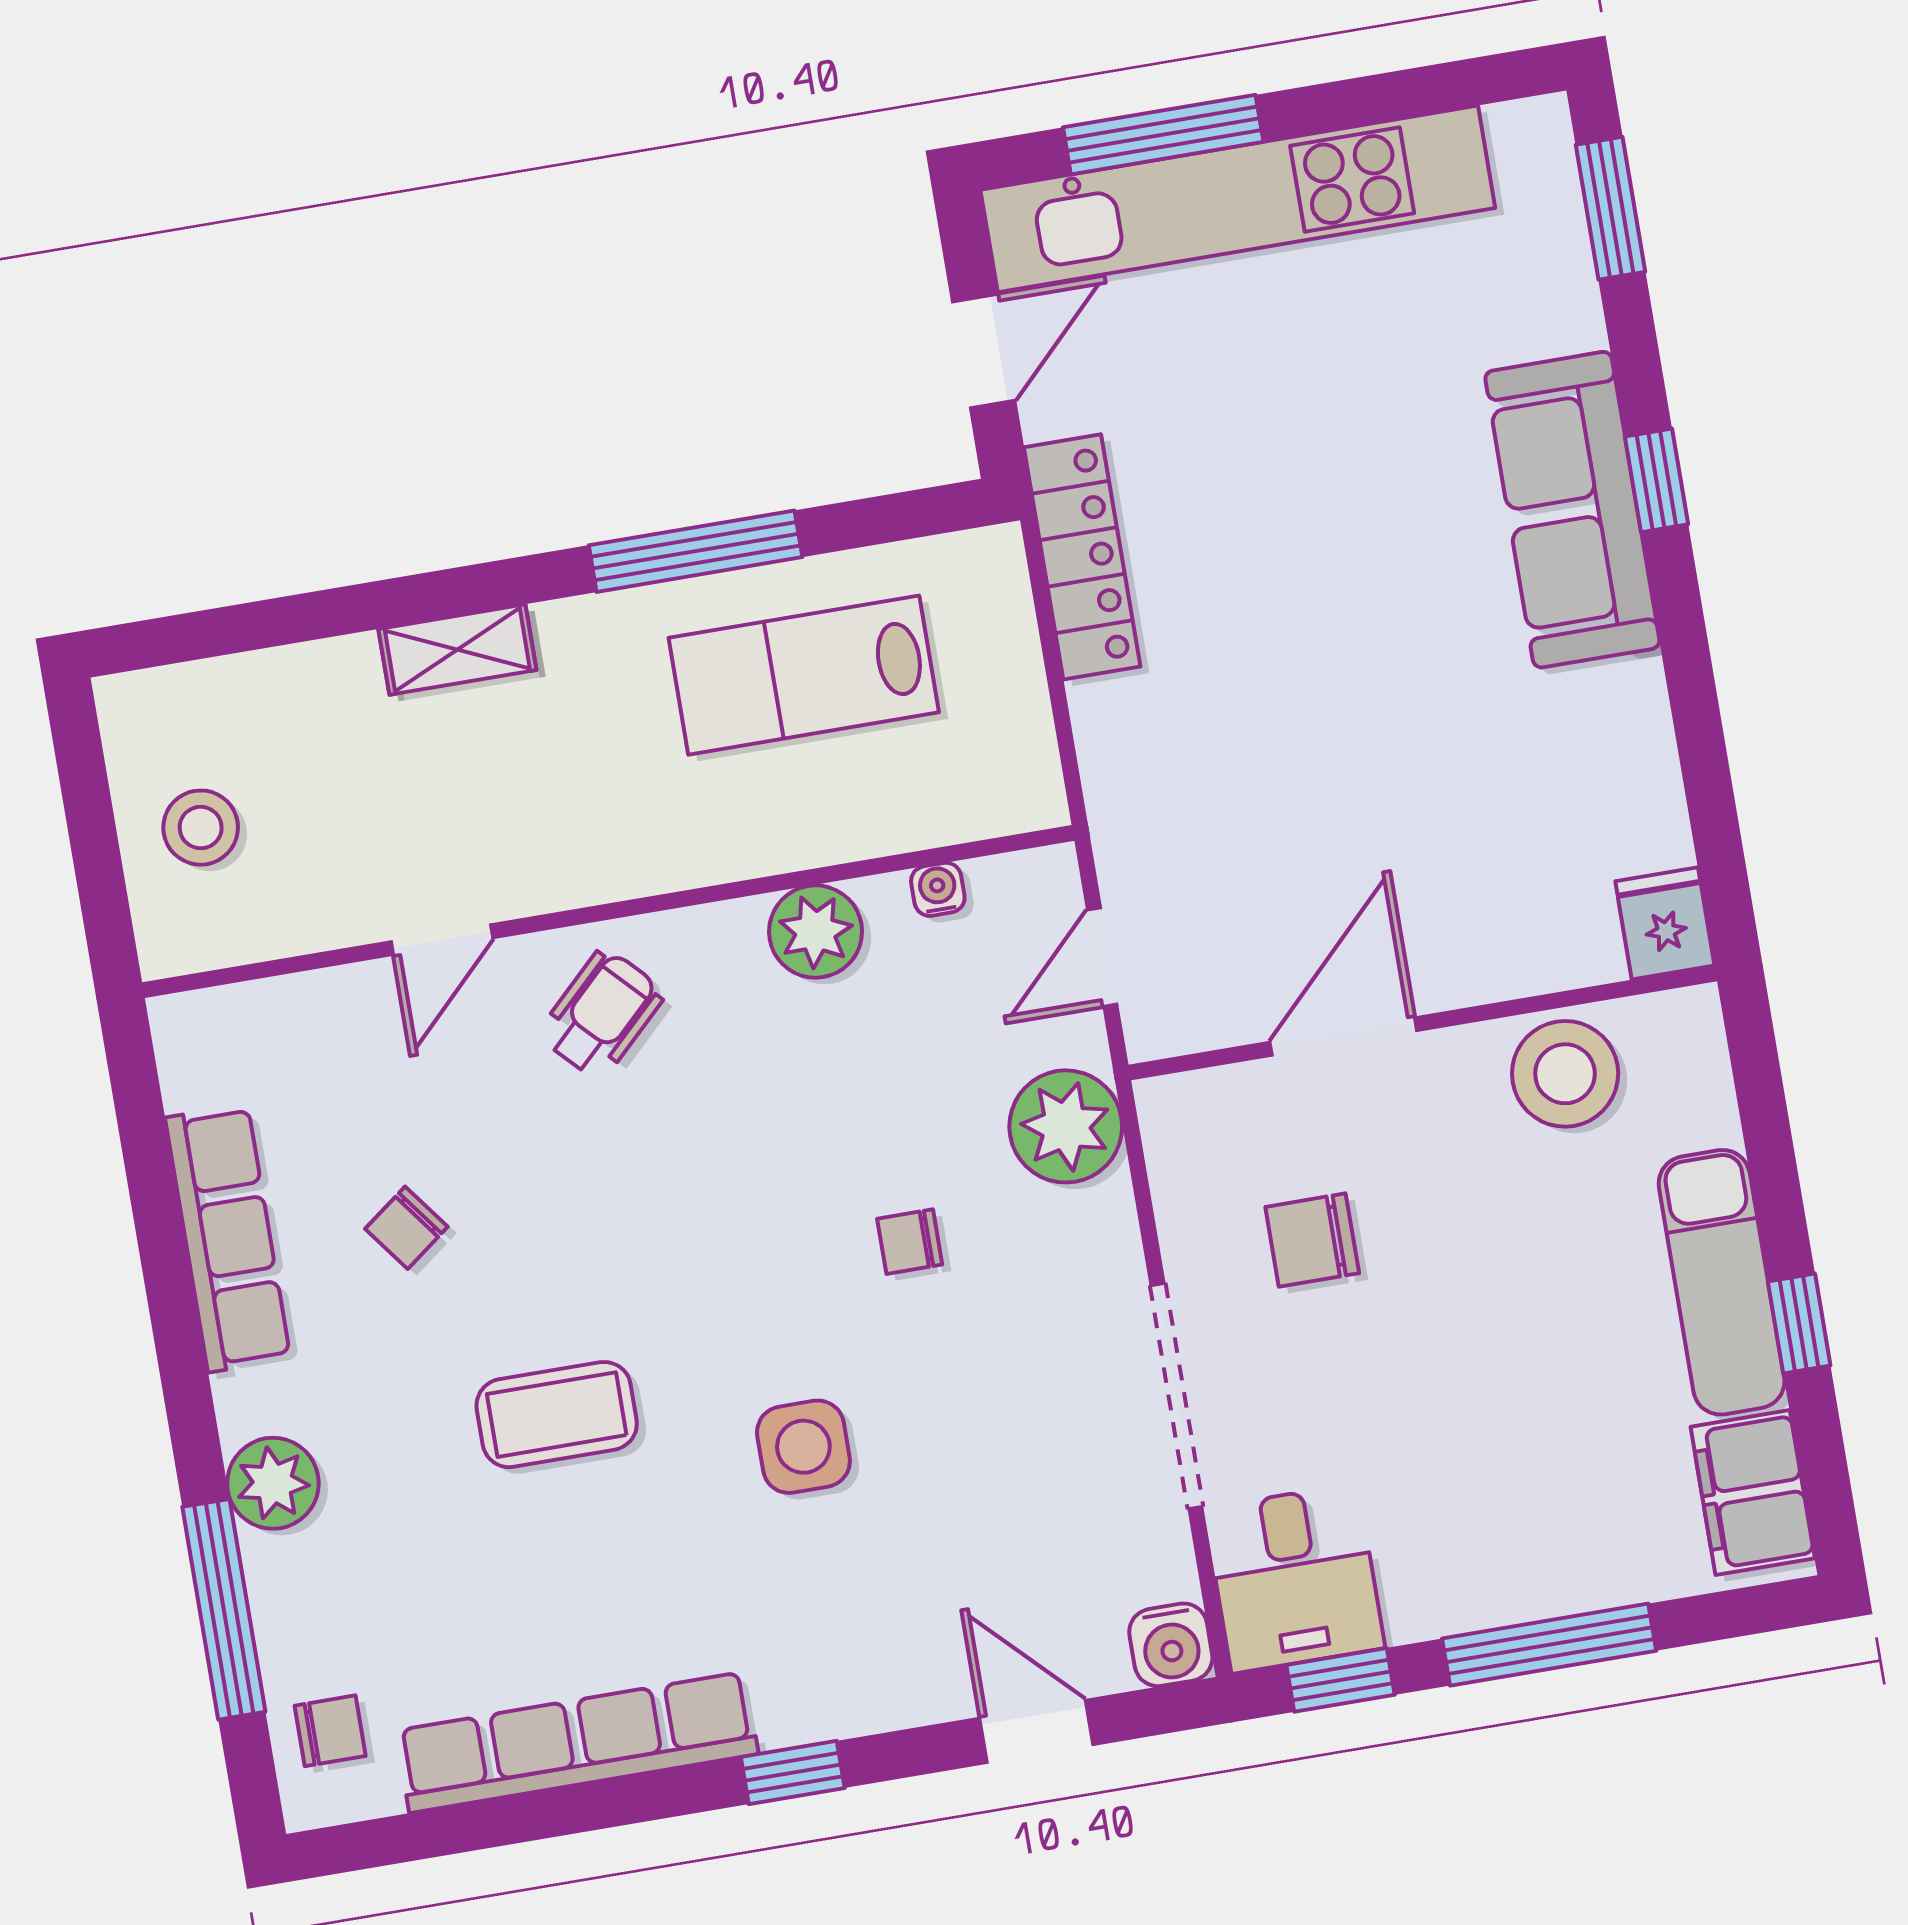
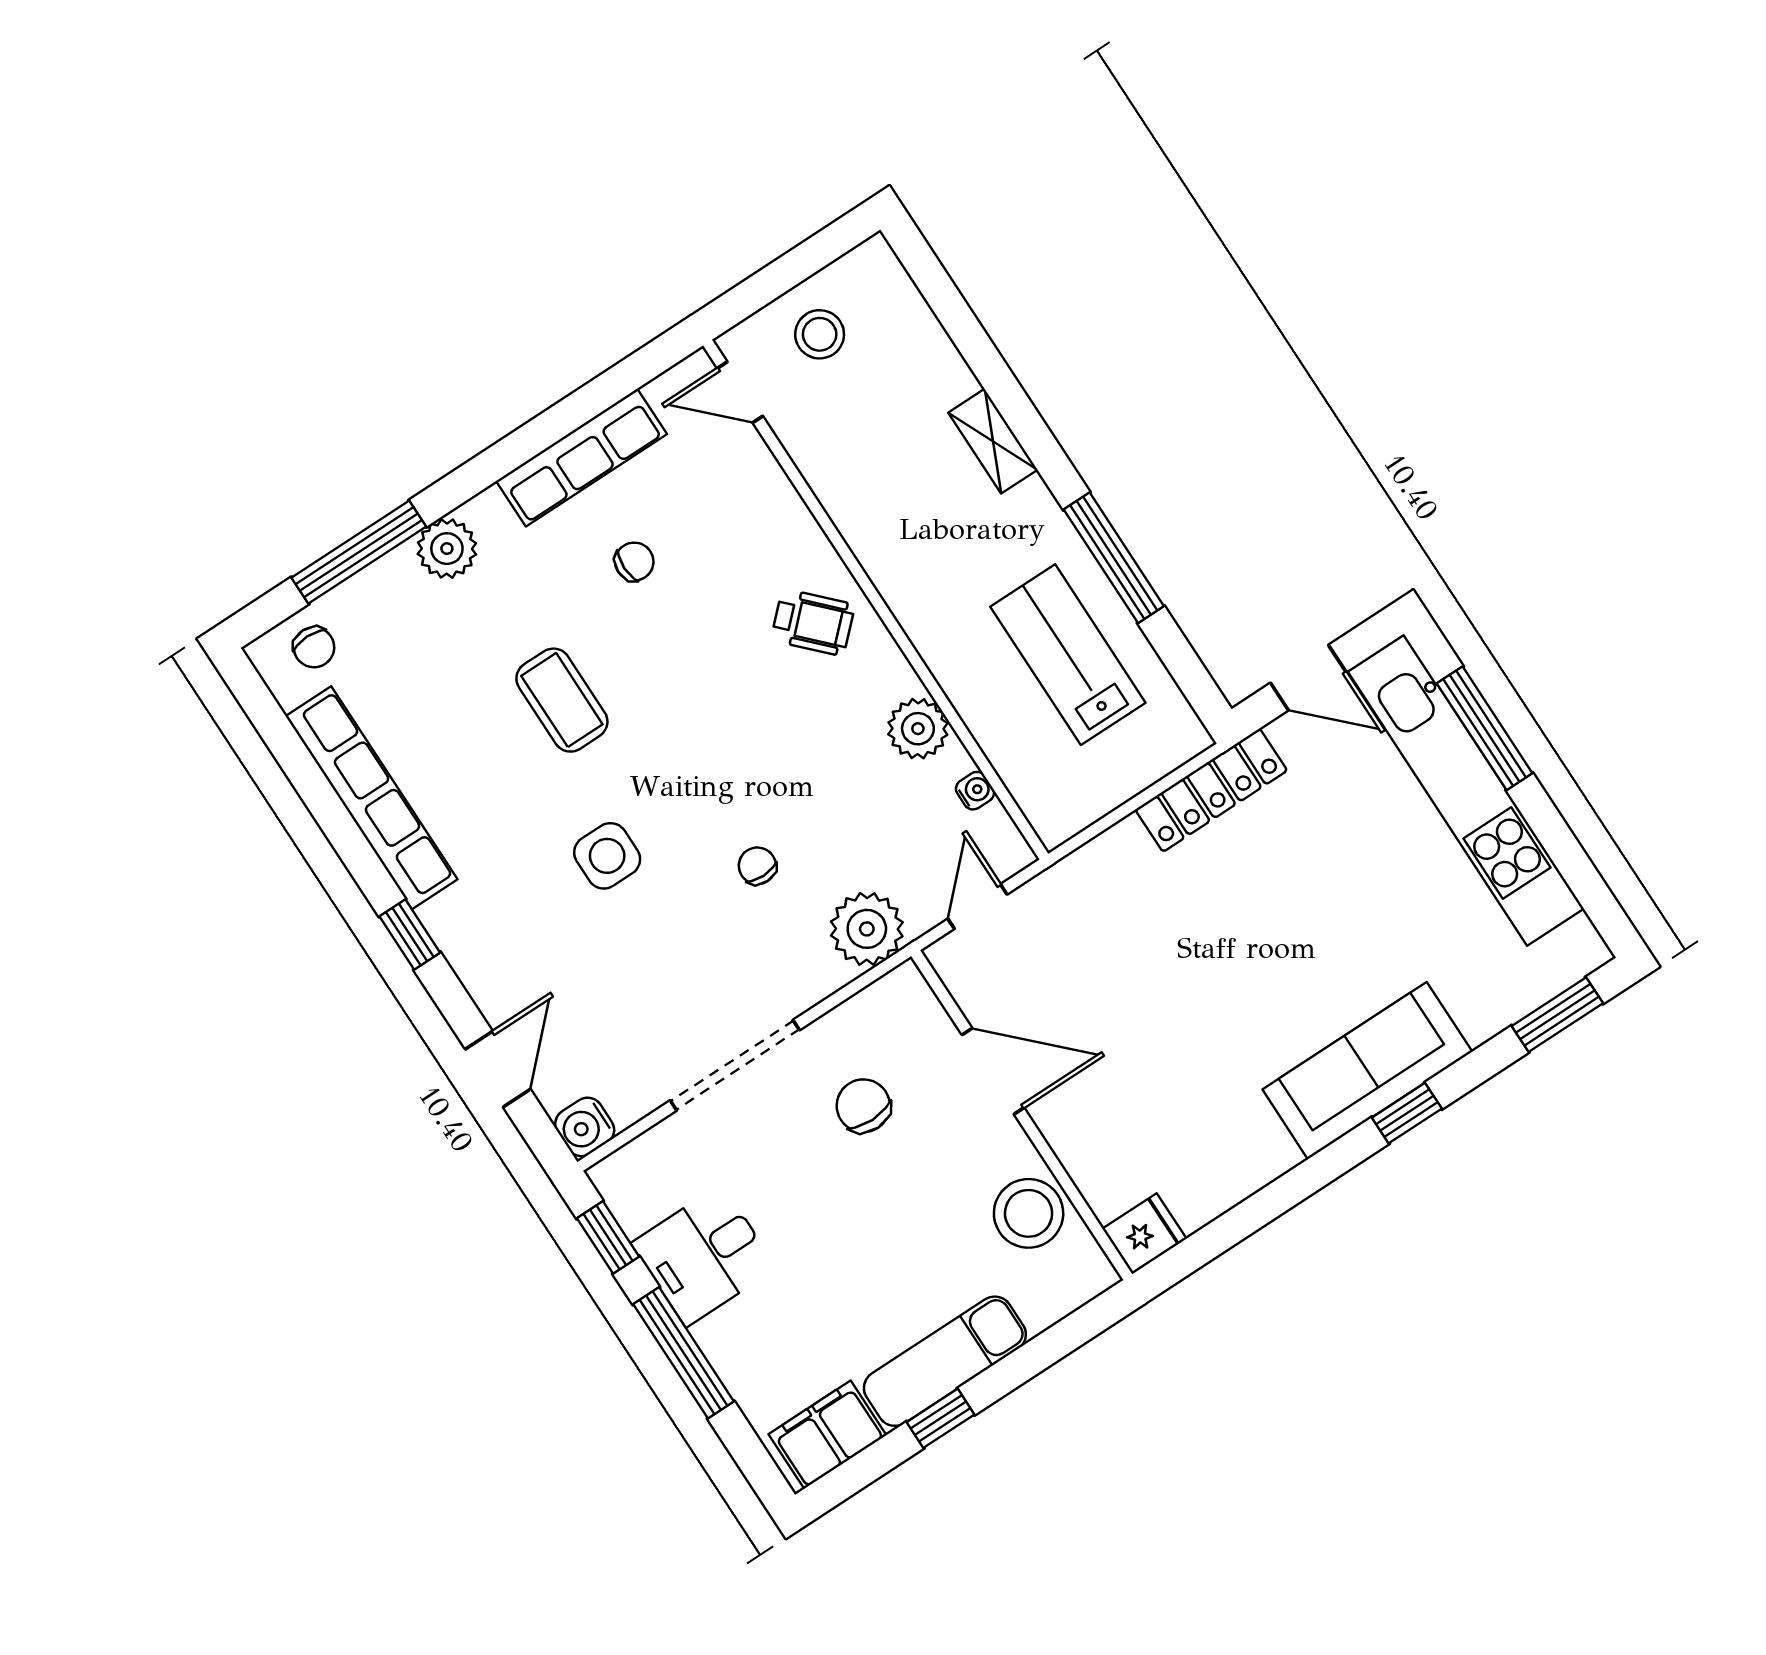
door: (442, 940) -> (740, 392), moved
door: (1102, 957) -> (977, 907), hinge flipped
chair: (406, 1228) -> (634, 562), turned 127
desk: (1294, 1578) -> (704, 1256), moved

